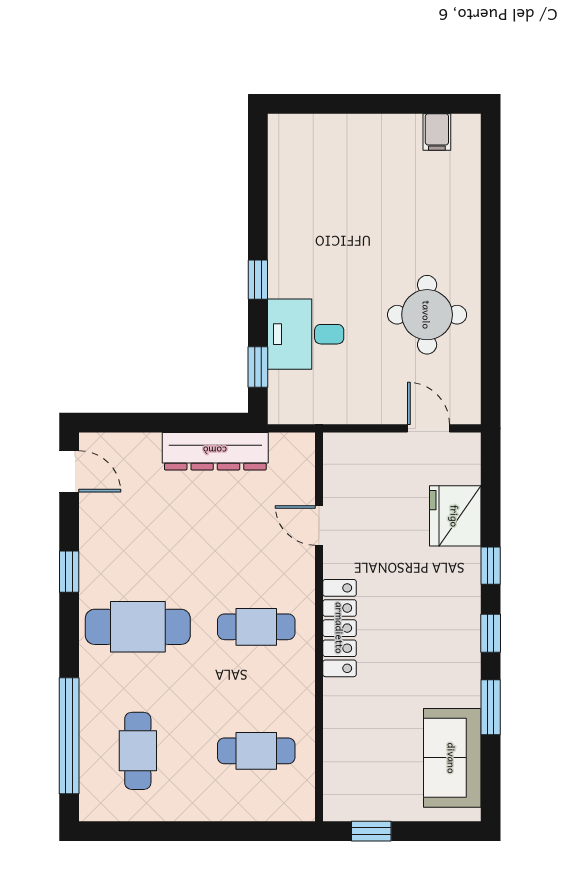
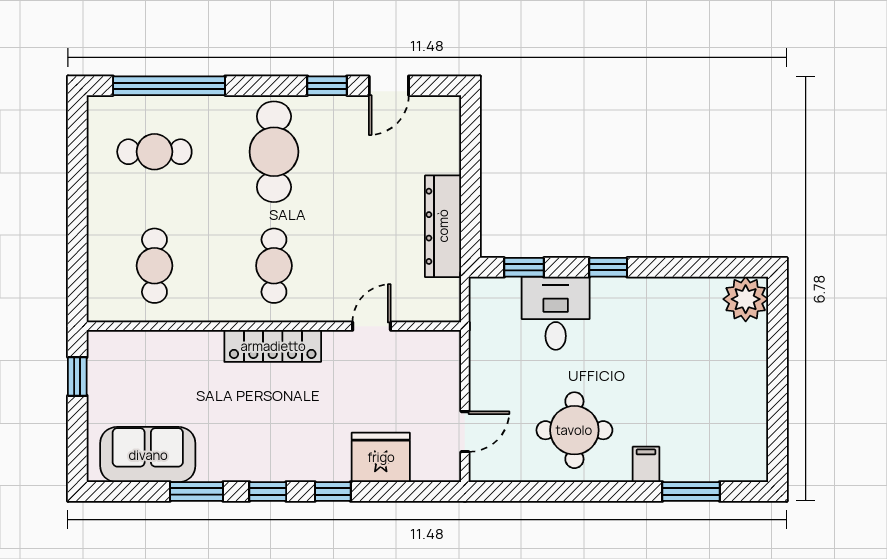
filing cabinet: (437, 132) -> (646, 464), moved, turned 90
plant: (291, 137) -> (746, 299), added
window: (491, 194) -> (691, 491), added
door: (69, 471) -> (389, 86), moved

